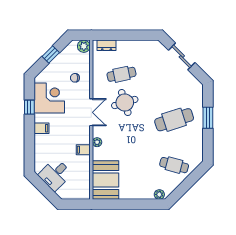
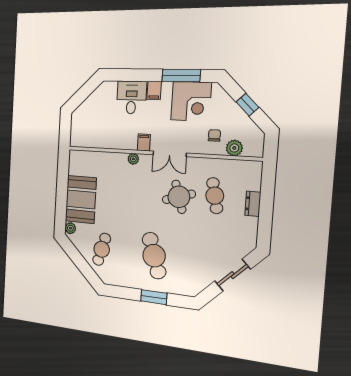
dresser: (107, 45) -> (253, 204), moved
plant: (84, 46) -> (234, 148), moved
window: (29, 107) -> (181, 76), width x2.17
filing cabinet: (83, 150) -> (144, 142), moved
desk: (55, 174) -> (131, 97), moved, turned 45
booth: (106, 180) -> (81, 199), moved, turned 90

